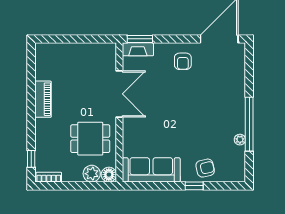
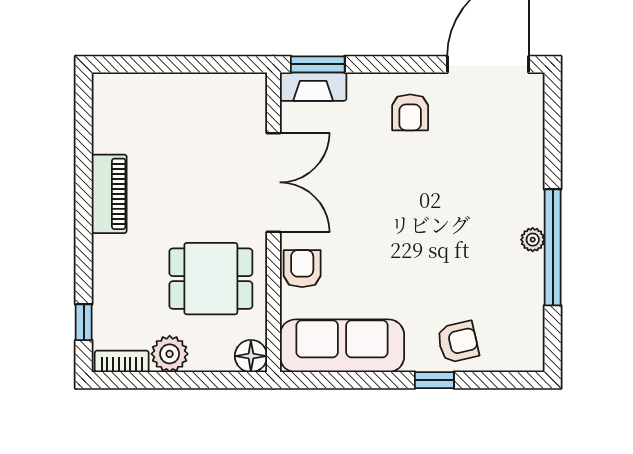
armchair: (133, 134) -> (302, 269), added
plant: (240, 140) -> (533, 240), moved
plant: (92, 174) -> (170, 354), moved

